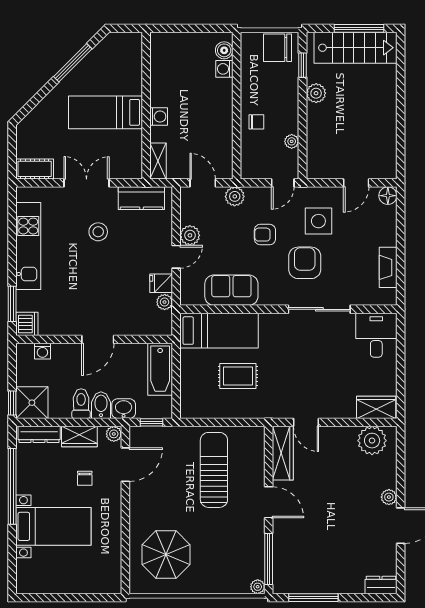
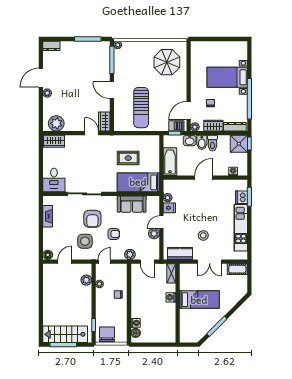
chair: (277, 48) -> (107, 334), turned -90
plant: (316, 93) -> (86, 280), moved
dishwasher: (27, 324) -> (242, 197), moved
barbecue: (148, 436) -> (176, 126), added
wardrobe: (283, 453) -> (104, 121), width x0.67

